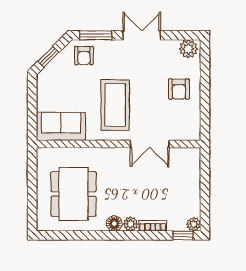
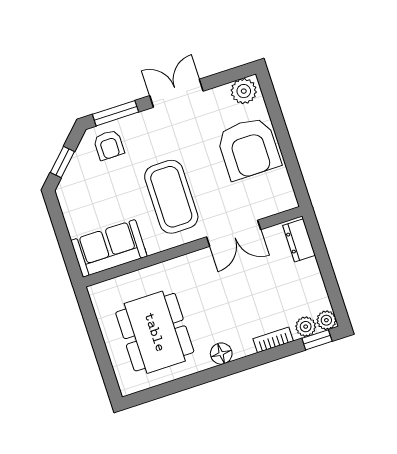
armchair: (179, 89) -> (249, 148), width x1.88, depth x1.88
dresser: (193, 163) -> (299, 240), added
plant: (131, 224) -> (306, 327), moved

